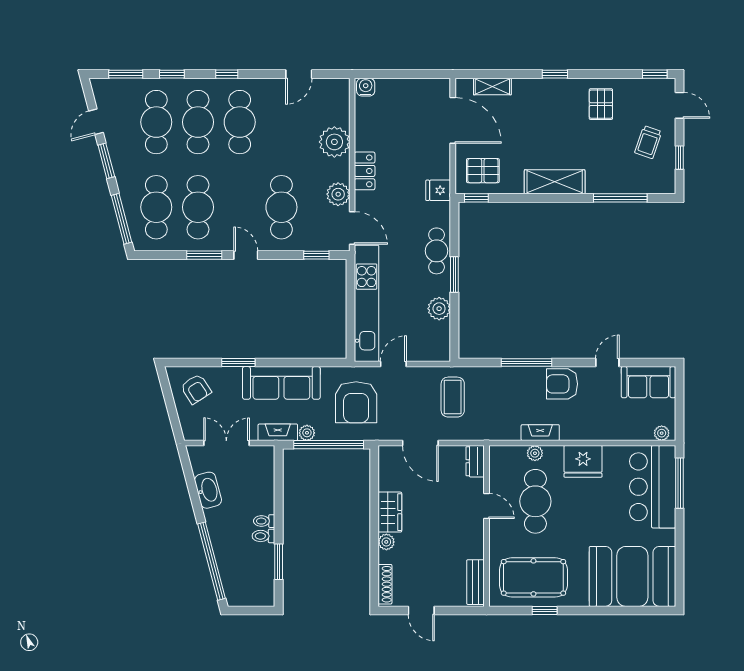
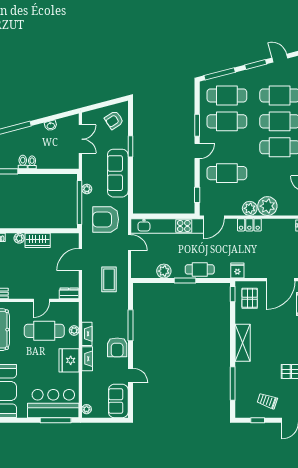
plant: (338, 194) -> (250, 208), moved
armchair: (562, 384) -> (117, 347), turned 180
coffee table: (453, 397) -> (109, 279), turned 90
fireplace: (278, 432) -> (87, 359), moved
washbasin: (208, 490) -> (51, 126), width x0.52, depth x0.69

